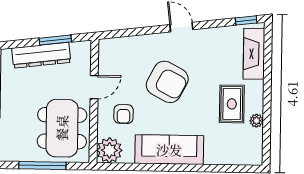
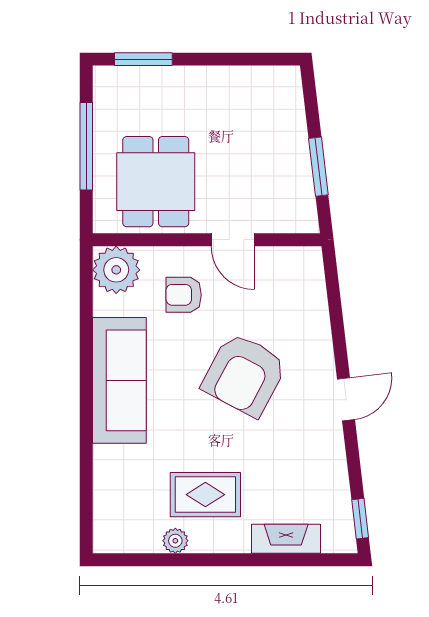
fireplace: (254, 54) -> (286, 539), width x0.73, depth x0.76
dresser: (41, 55) -> (290, 141), removed
dining table: (62, 128) -> (156, 182), width x0.73

